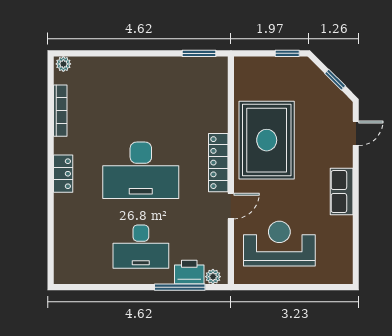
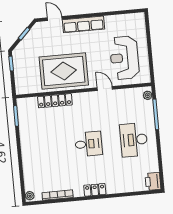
locker: (218, 163) -> (55, 101), moved
desk: (141, 170) -> (89, 144), width x0.53, depth x0.77
row of seats: (342, 192) -> (83, 24), width x1.48
desk: (141, 247) -> (134, 140), turned 180
printer: (189, 272) -> (153, 181), moved

